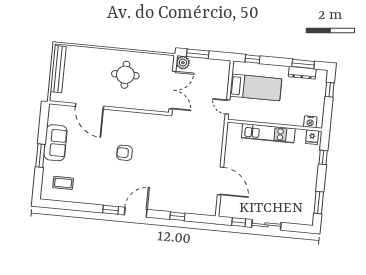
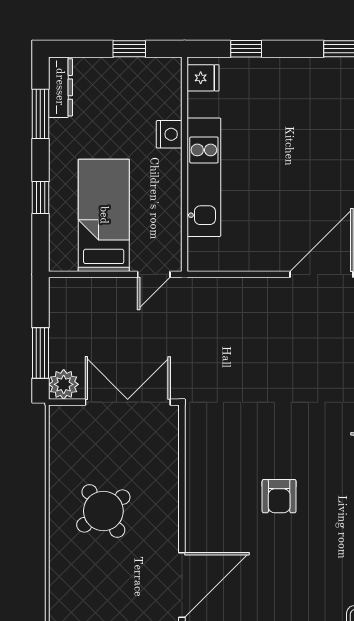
window: (252, 59) -> (40, 198), moved
dresser: (302, 73) -> (60, 87), moved
round table: (125, 75) -> (103, 511), turned -36
window: (330, 90) -> (129, 49), moved
nightstand: (310, 122) -> (169, 134), moved

